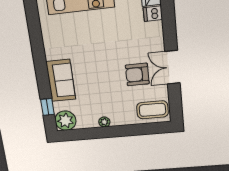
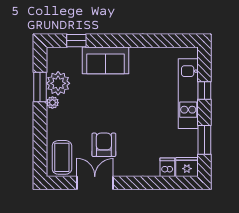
double door: (172, 67) -> (95, 183), moved
plant: (65, 121) -> (58, 83), moved
window: (92, 133) -> (40, 87), added

